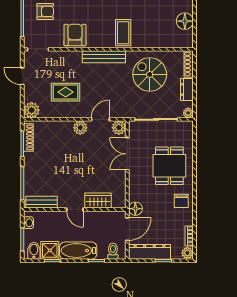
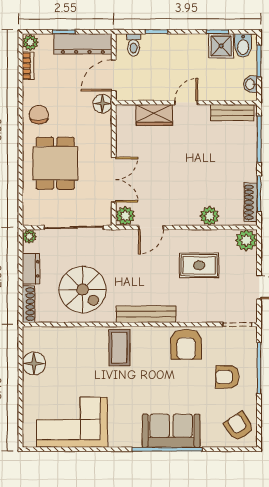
plant: (80, 128) -> (209, 216), moved
door: (75, 209) -> (186, 103), hinge flipped
bathtub: (78, 251) -> (182, 46), removed

